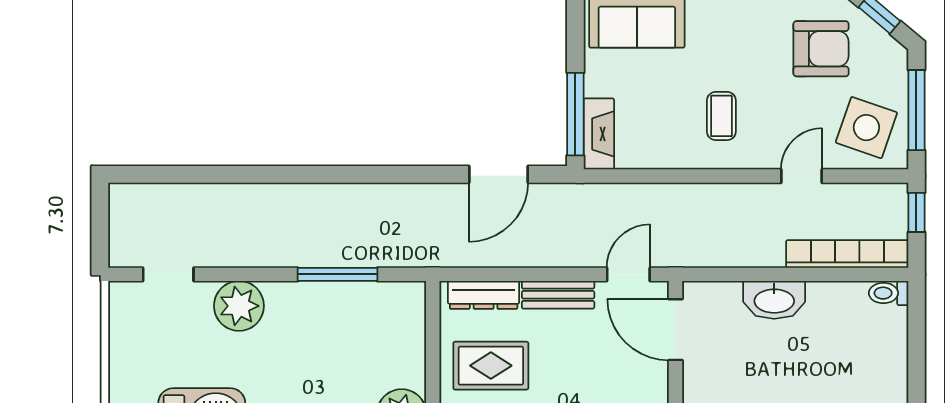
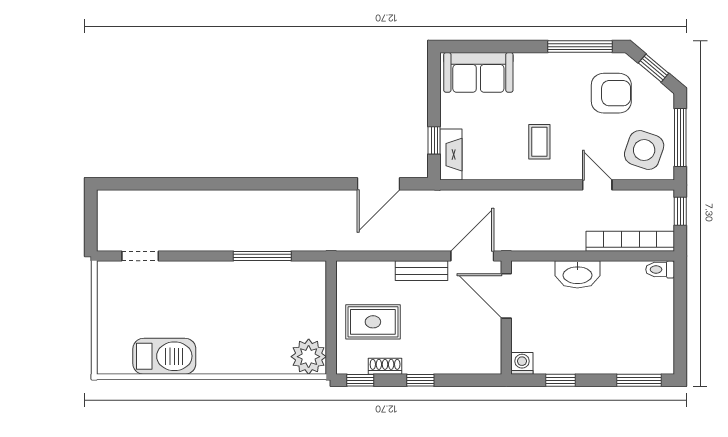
window: (575, 114) -> (434, 140), width x0.46
door: (802, 176) -> (597, 185), hinge flipped
door: (628, 274) -> (472, 256), width x1.37
dresser: (484, 295) -> (368, 271), removed
plant: (239, 306) -> (191, 279), removed

